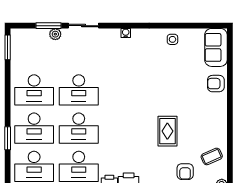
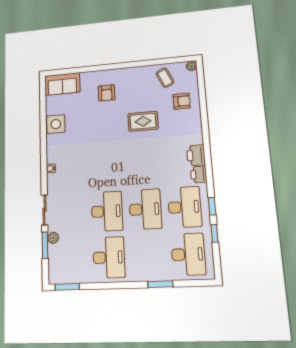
side table: (172, 39) -> (56, 124), width x1.87, depth x1.87
armchair: (216, 84) -> (107, 93), moved
desk: (34, 128) -> (148, 256), removed

